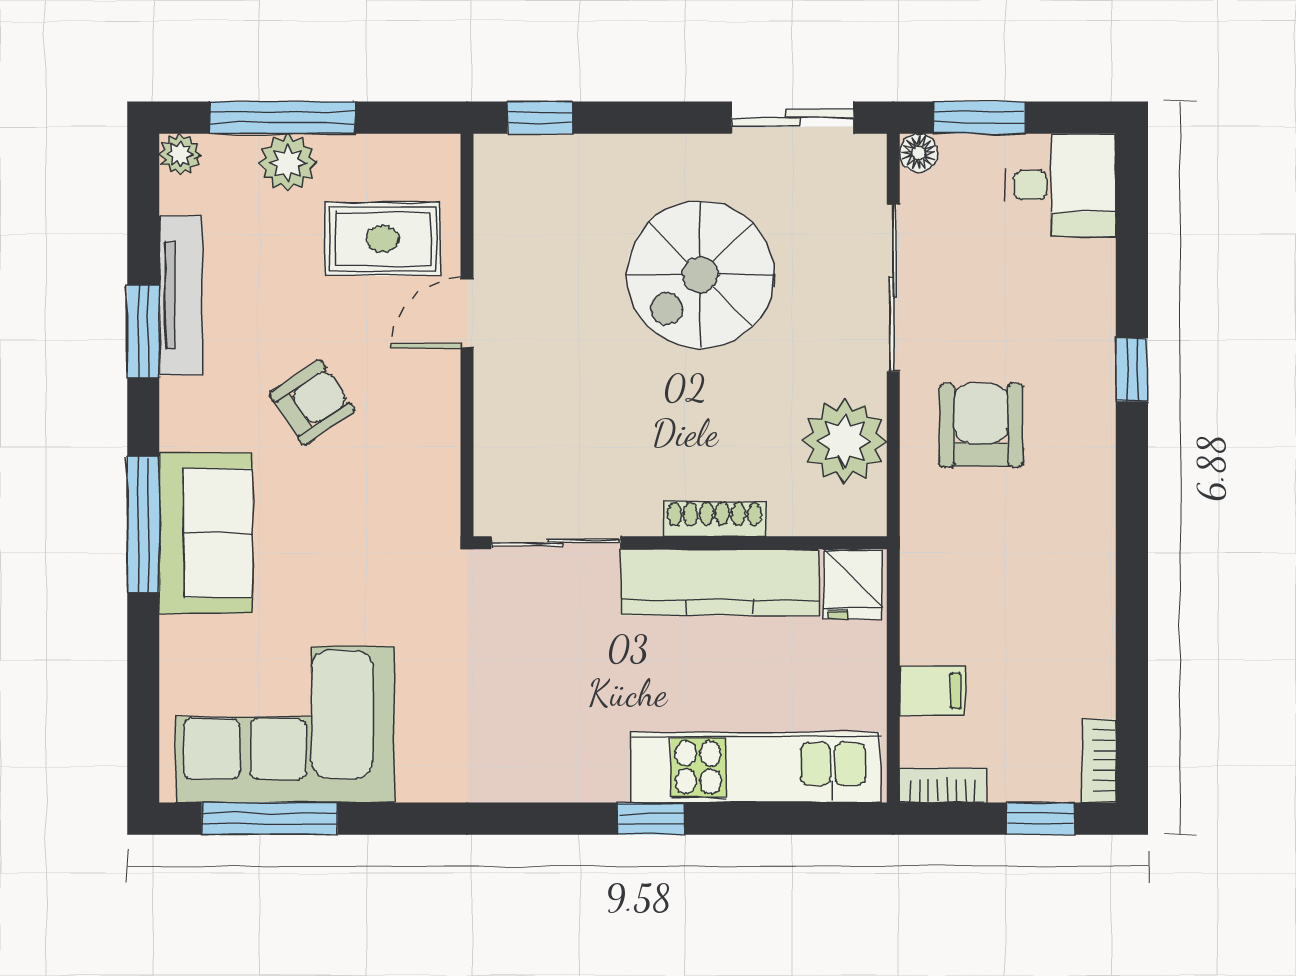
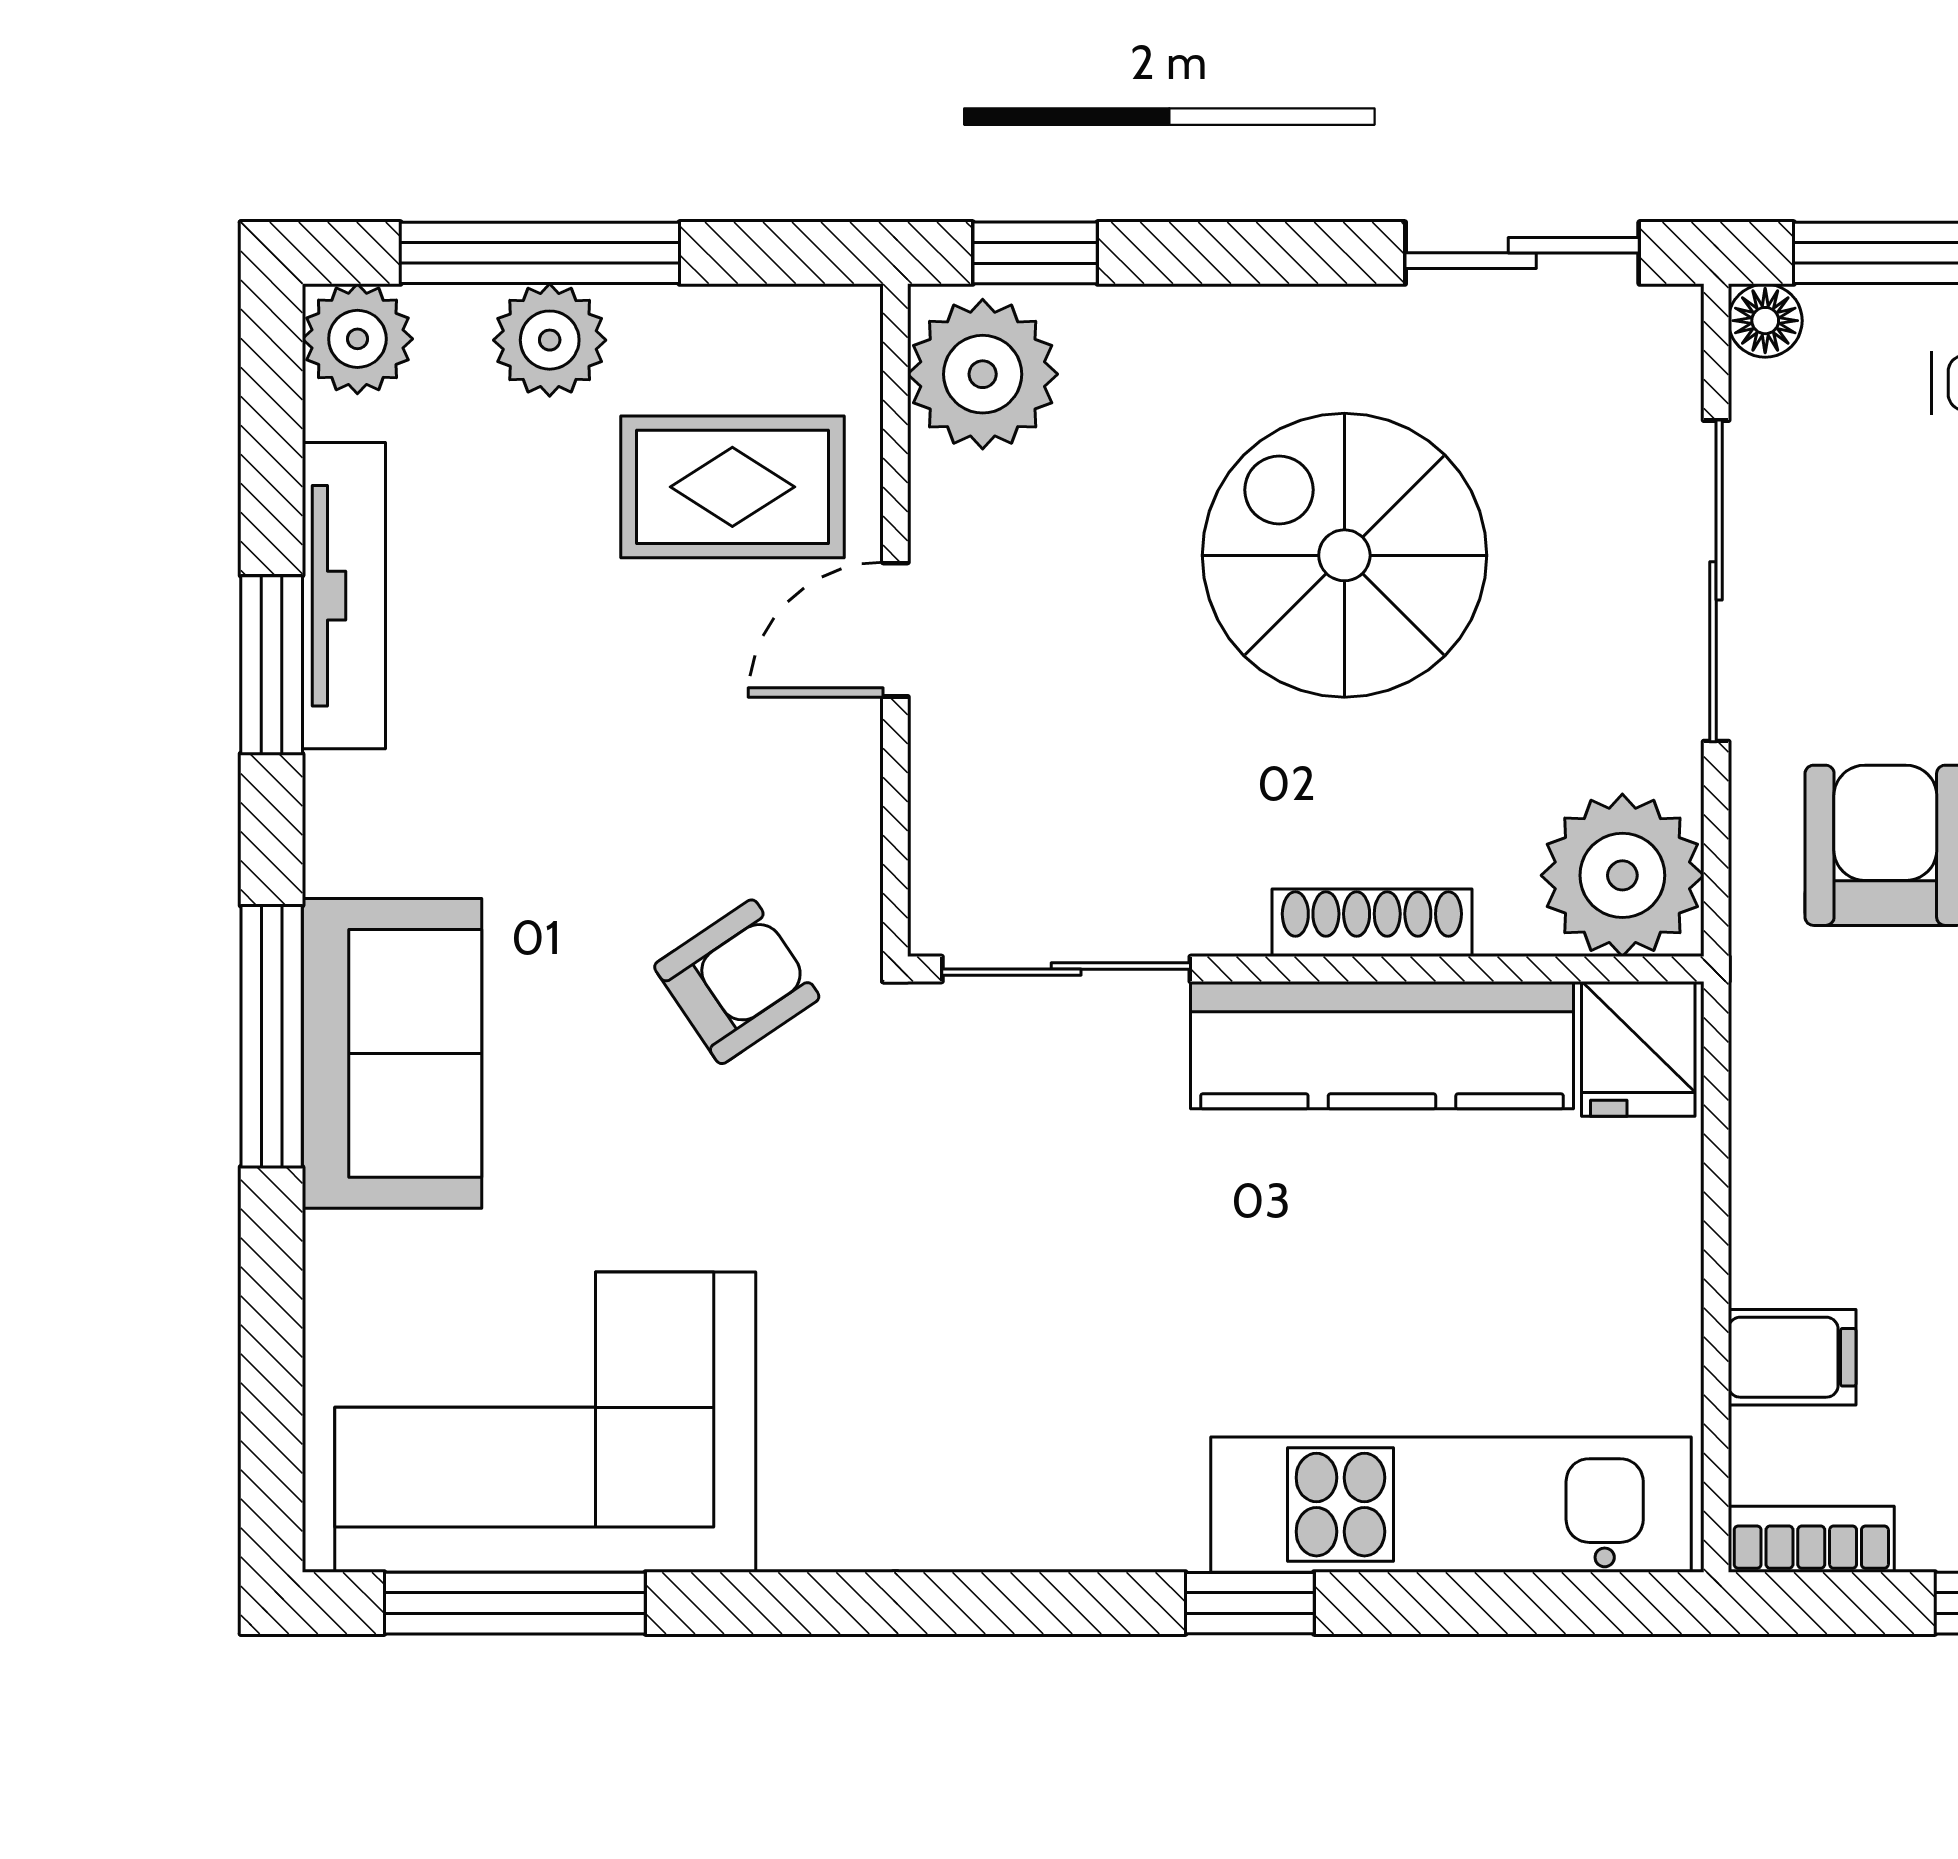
plant: (180, 154) -> (357, 339), width x1.38, depth x1.38
plant: (512, 181) -> (983, 374), added
spiral stairs: (700, 275) -> (1344, 555), turned 90
armchair: (312, 402) -> (737, 982), moved
shoe rack: (714, 519) -> (1372, 923), moved
sliding door: (556, 543) -> (1066, 969), moved
wall: (680, 543) -> (1306, 969), moved
kitchen counter: (720, 582) -> (1382, 1045), moved
fridge: (853, 584) -> (1638, 1049), moved

